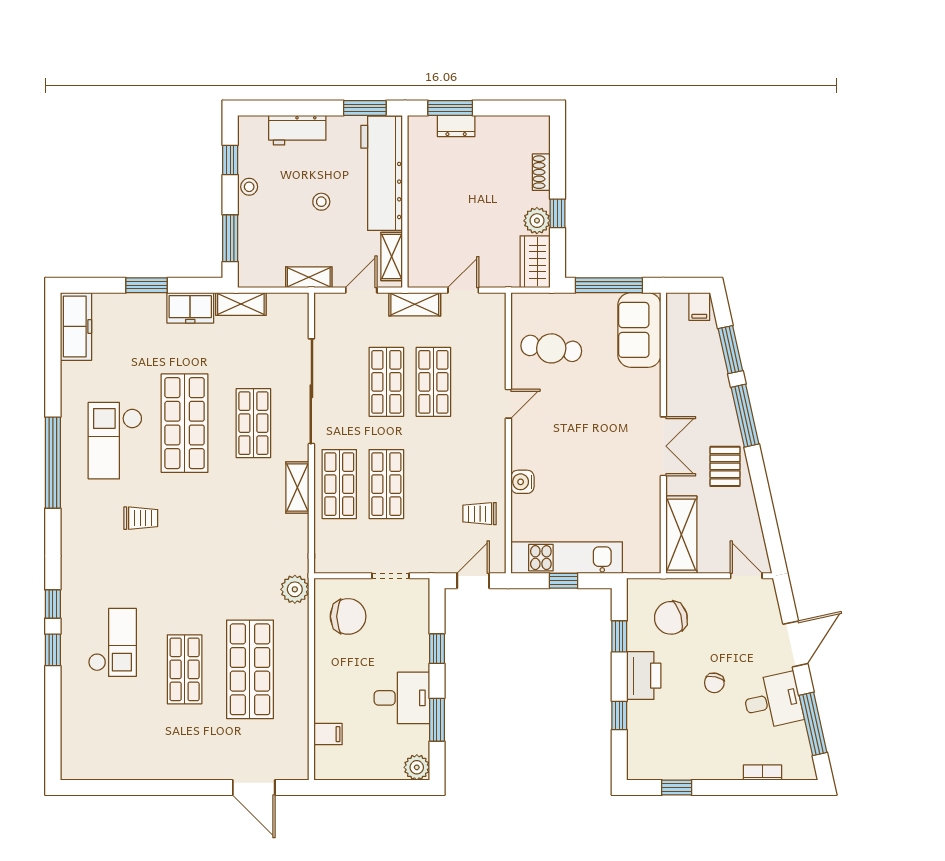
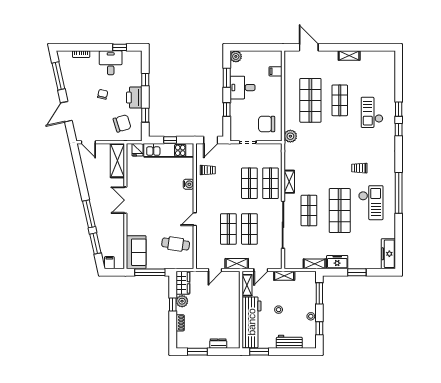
window: (450, 108) -> (197, 352), moved
pallet: (725, 466) -> (98, 191), removed
fridge: (636, 559) -> (138, 150), added
desk: (773, 701) -> (111, 63), moved, turned 102
shelving: (164, 769) -> (349, 56), added

